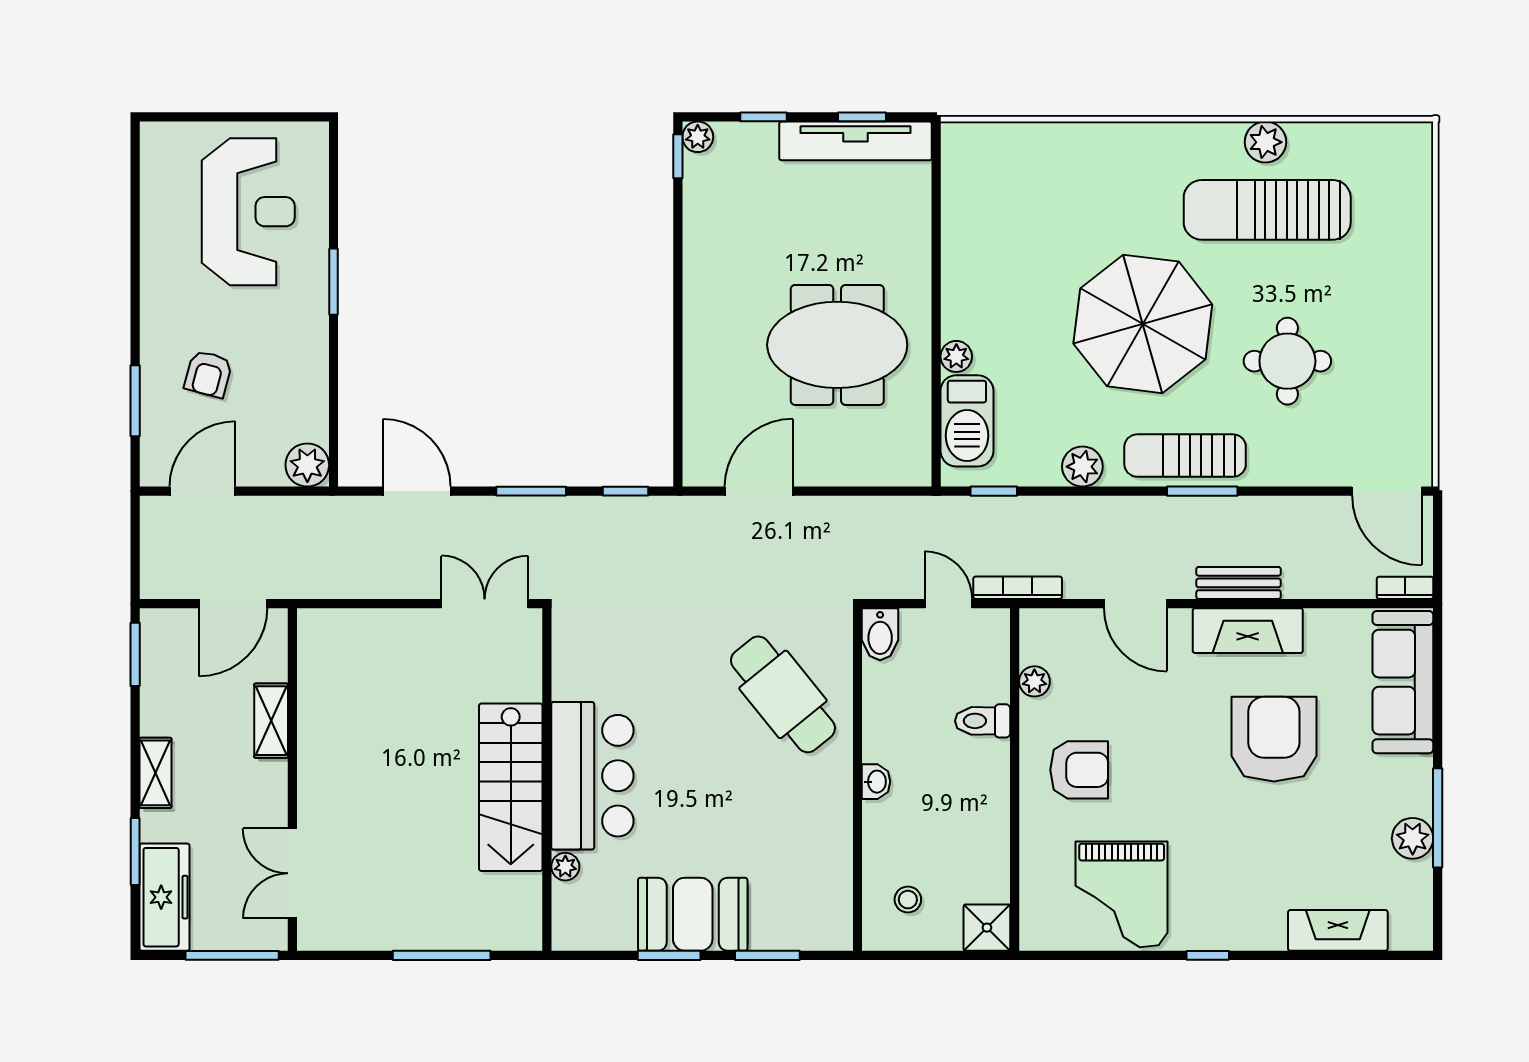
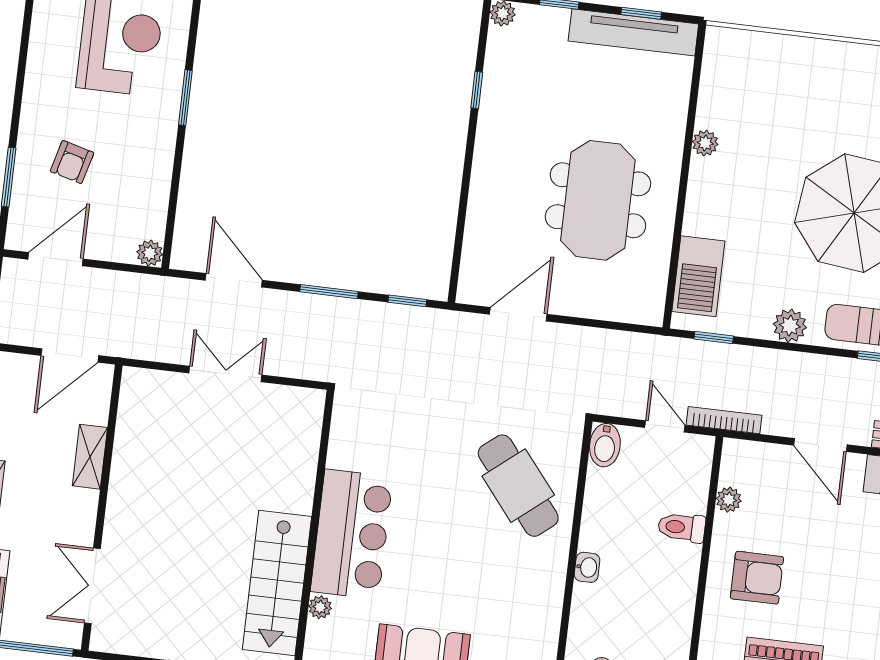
window: (678, 156) -> (477, 90), moved
meeting table: (837, 345) -> (598, 200), turned 90
plant: (956, 356) -> (705, 143), moved
plant: (307, 465) -> (150, 253), width x0.73, depth x0.73
double door: (485, 604) -> (225, 374), moved
stairs: (511, 787) -> (277, 583), moved

